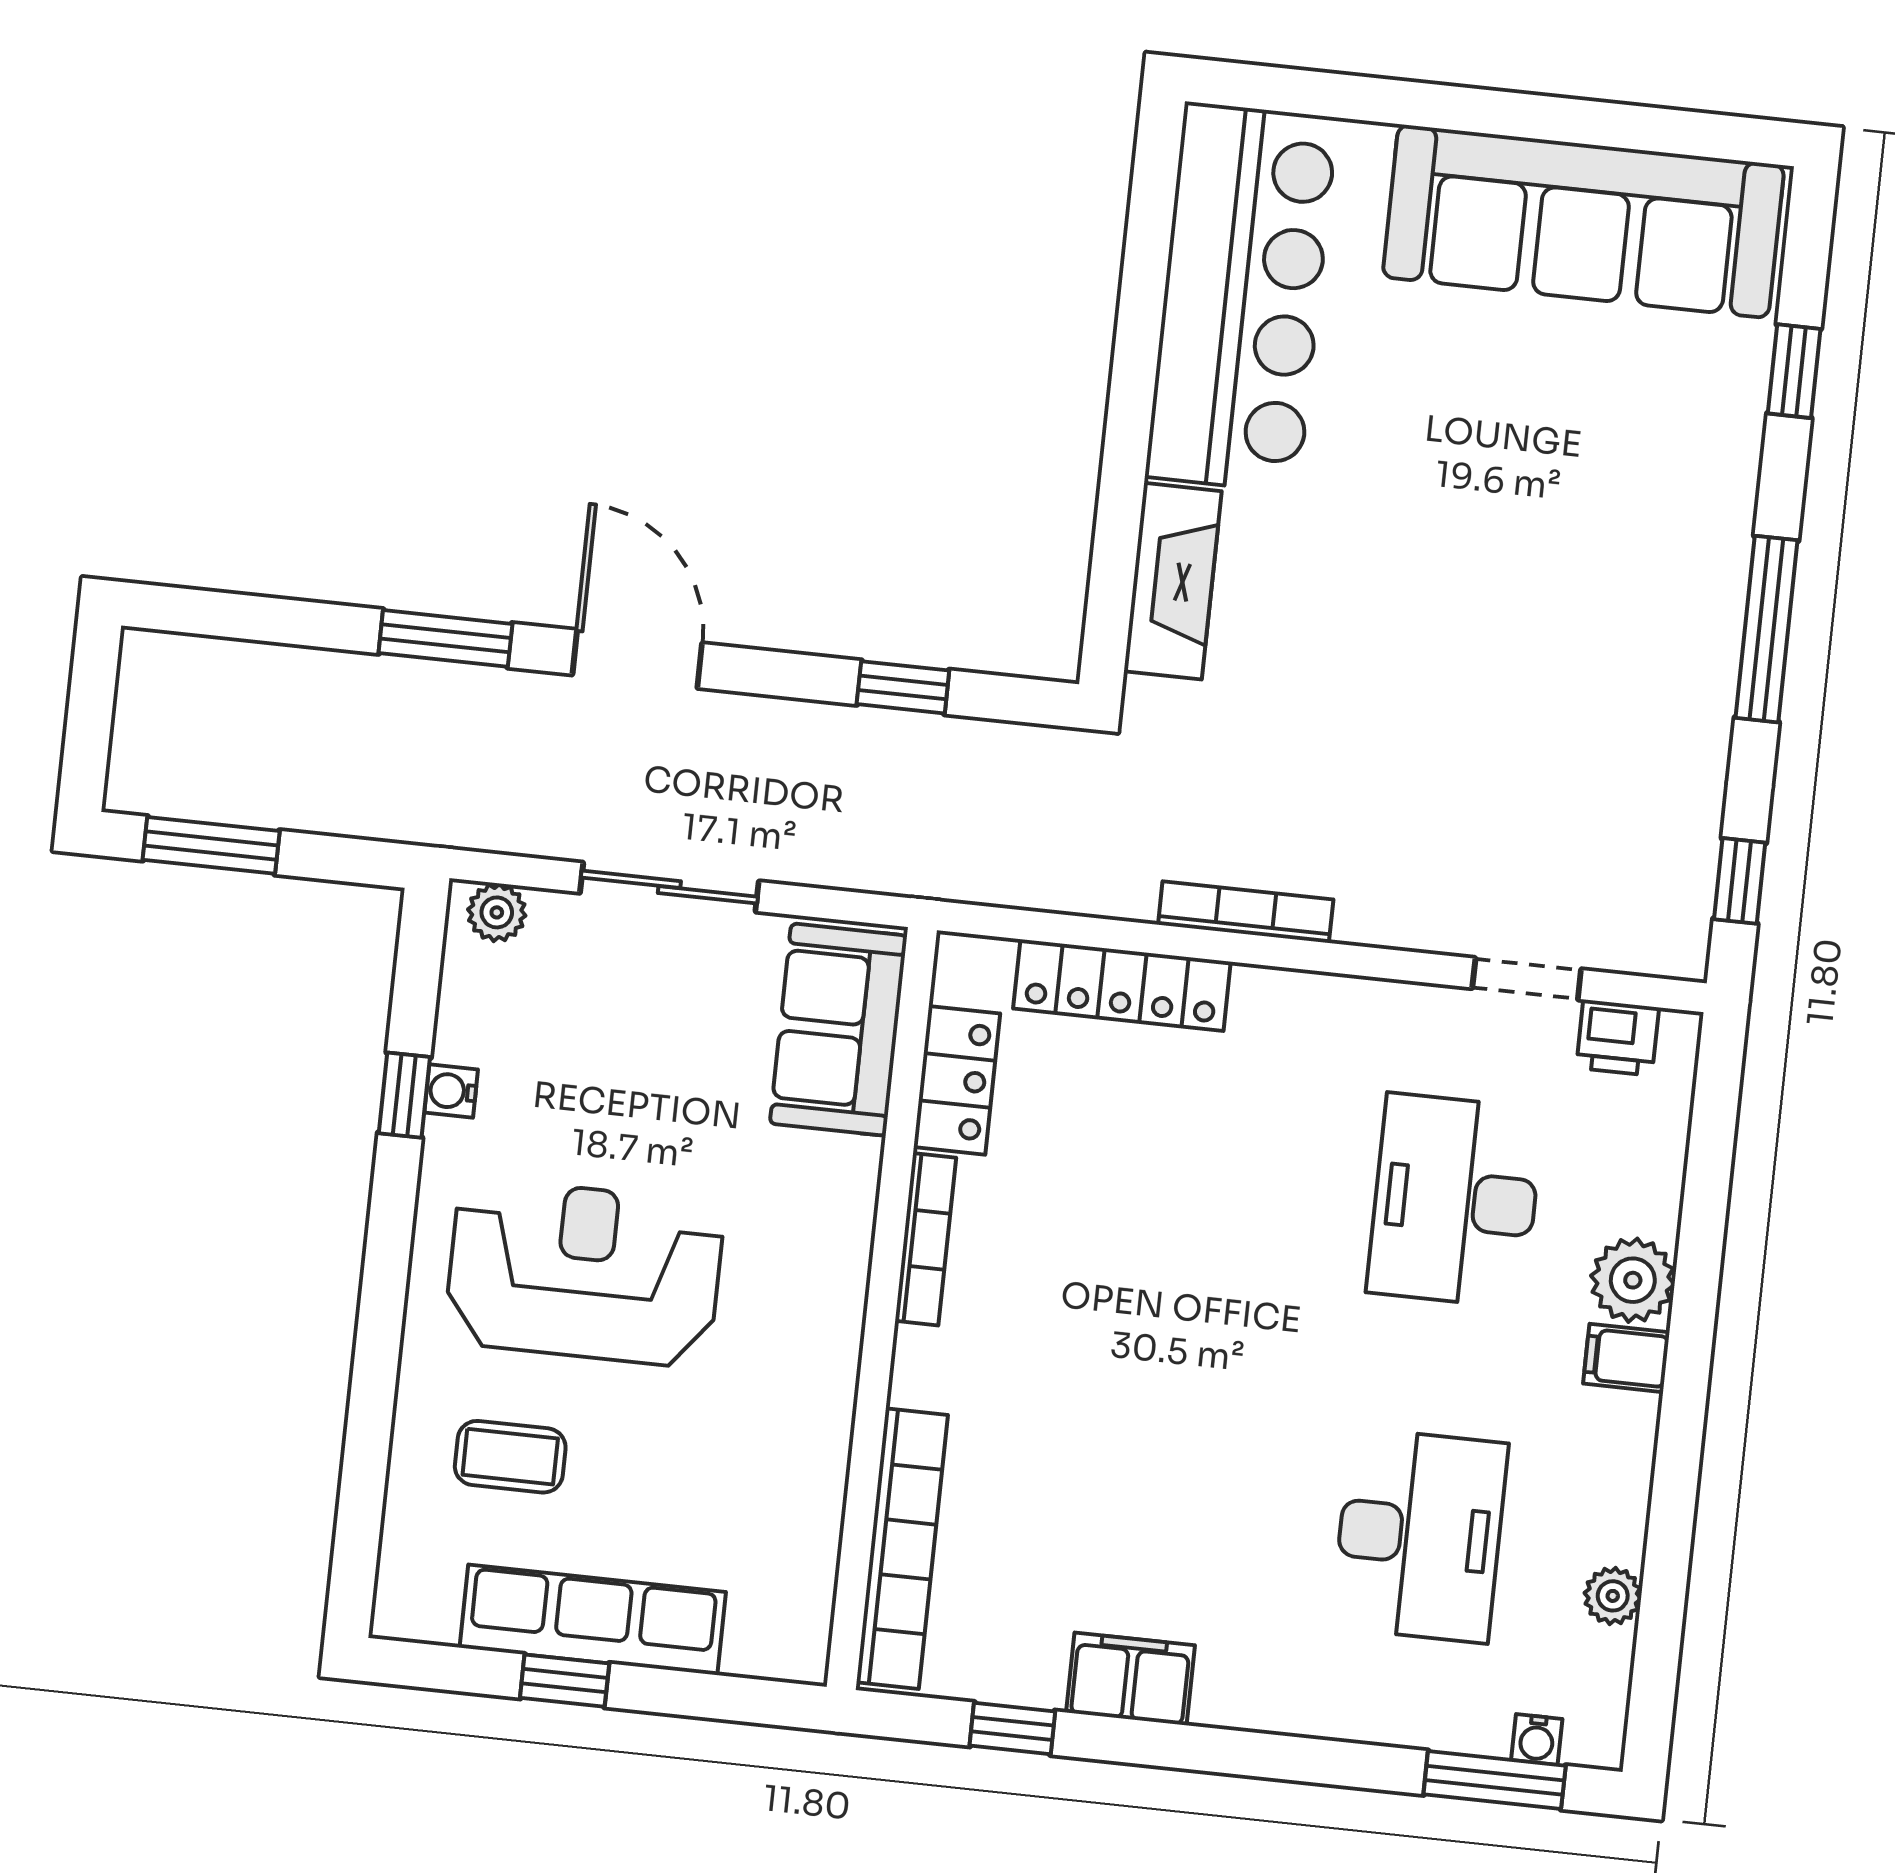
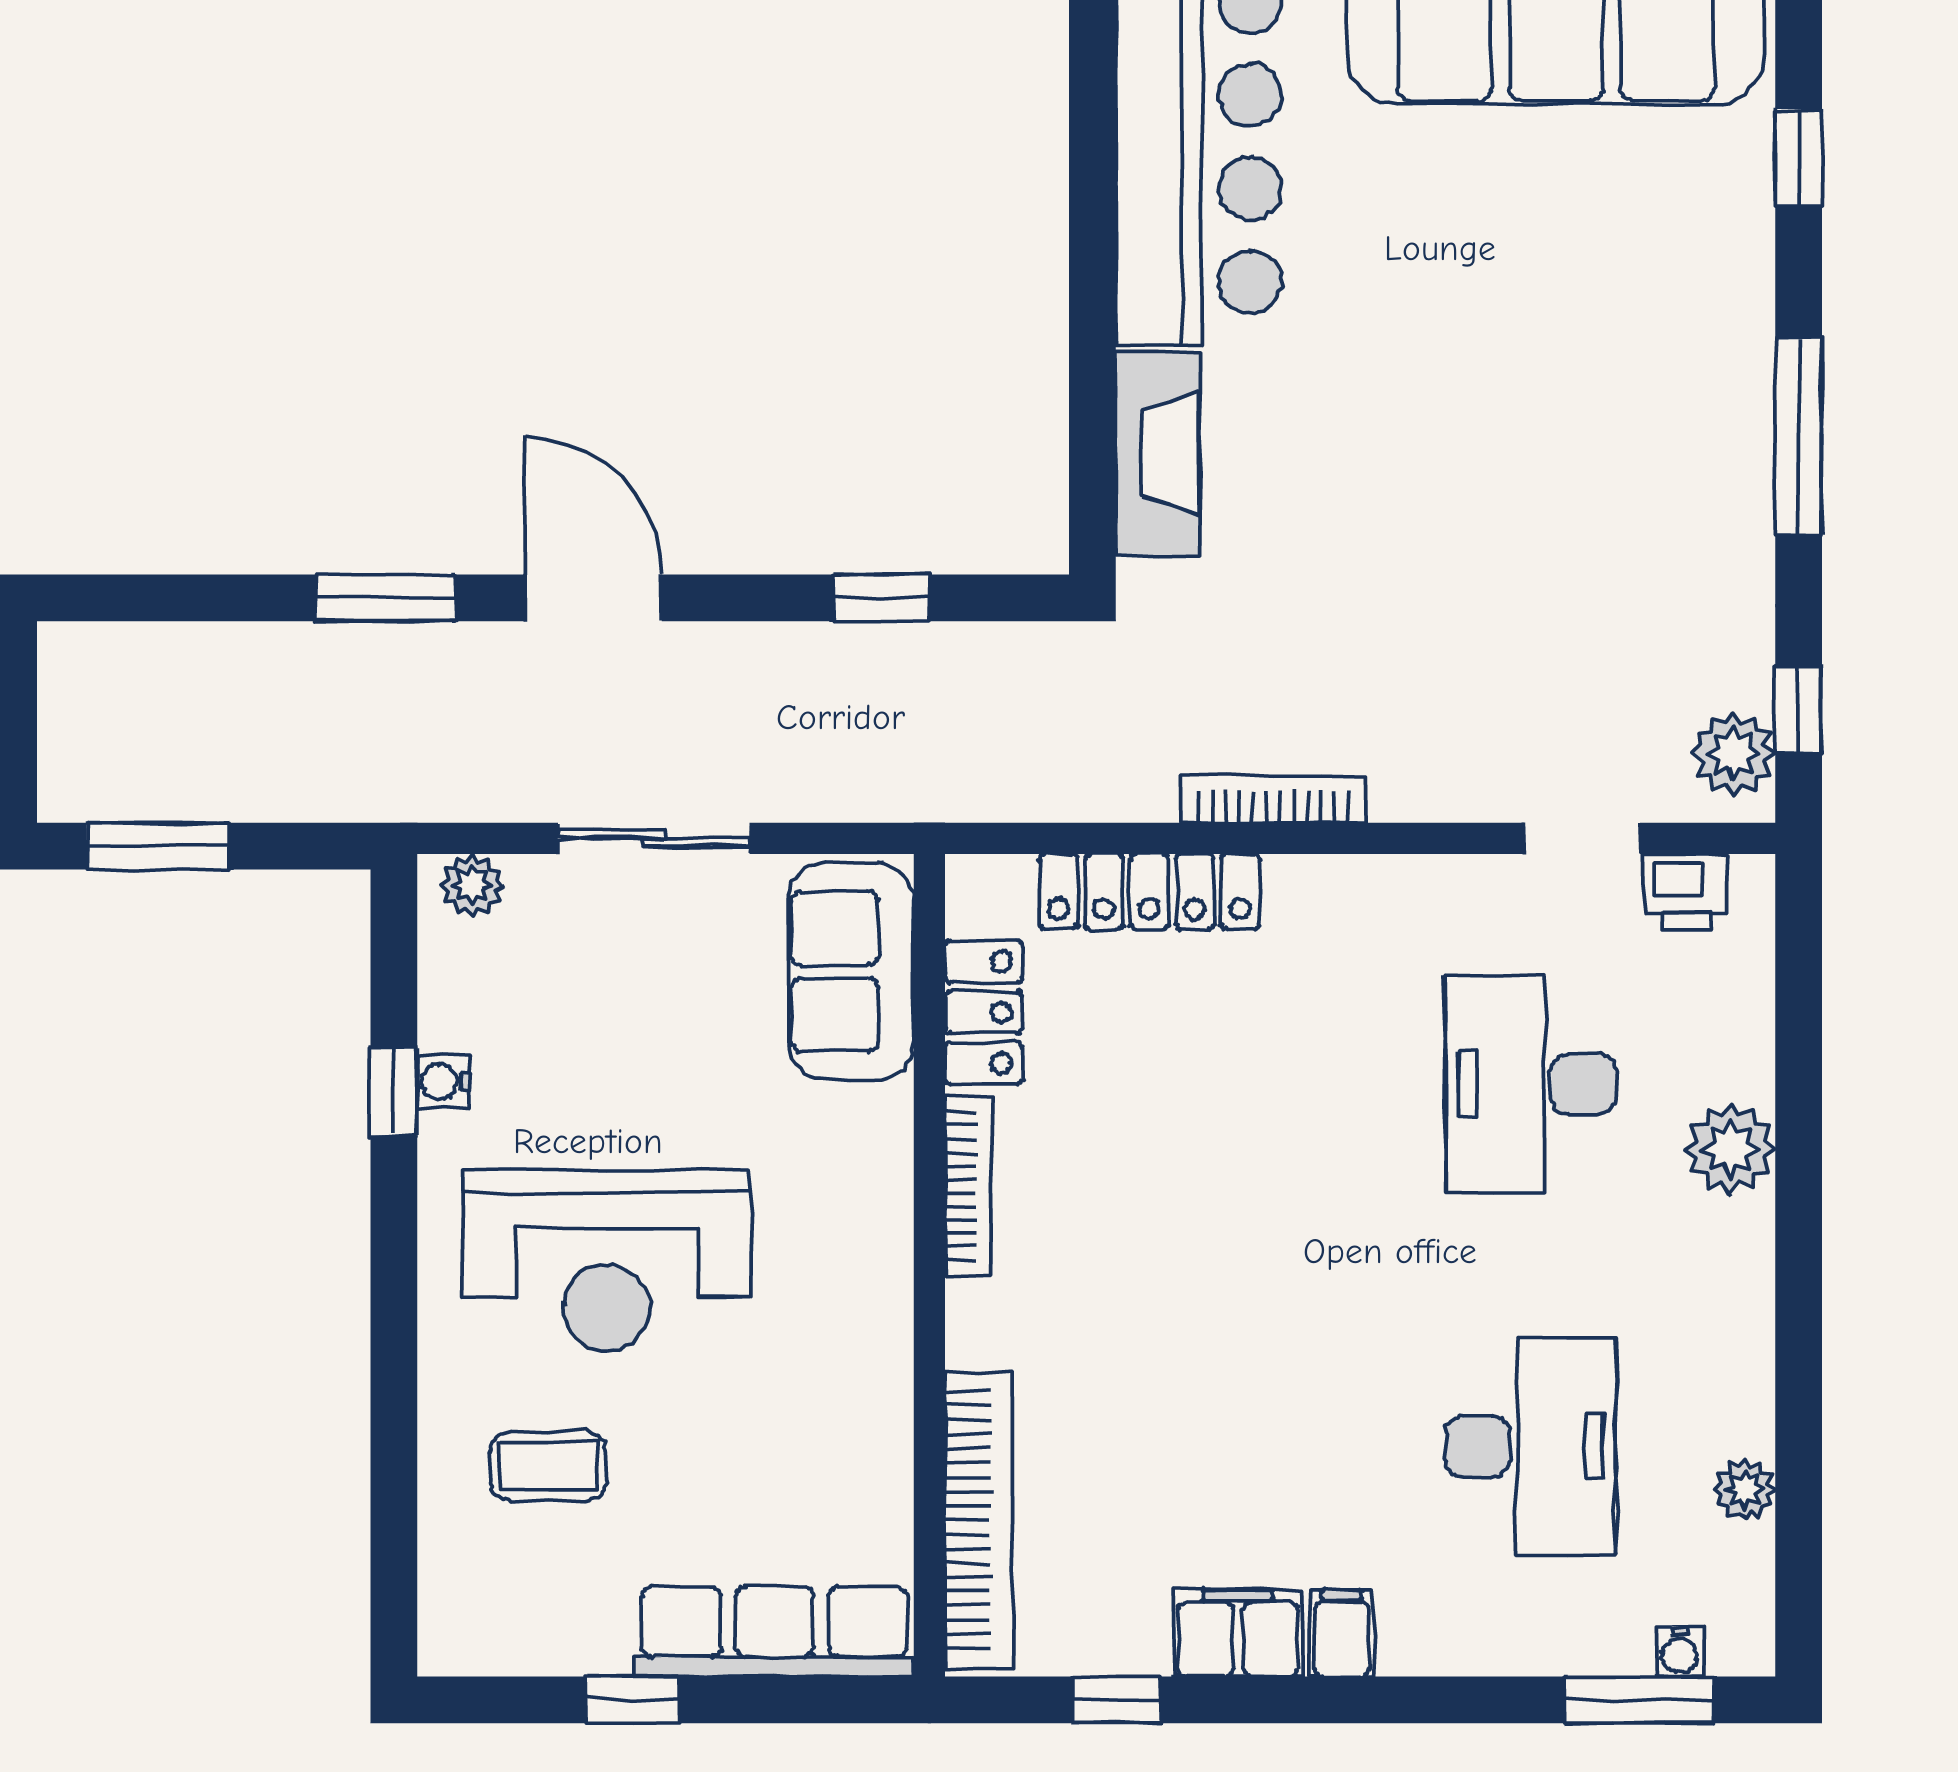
plant: (1675, 915) -> (1733, 754), added
reception desk: (584, 1273) -> (607, 1261), turned 180
filing cabinet: (1626, 1358) -> (1342, 1633), moved, turned 90
row of seats: (593, 1620) -> (774, 1632), moved

